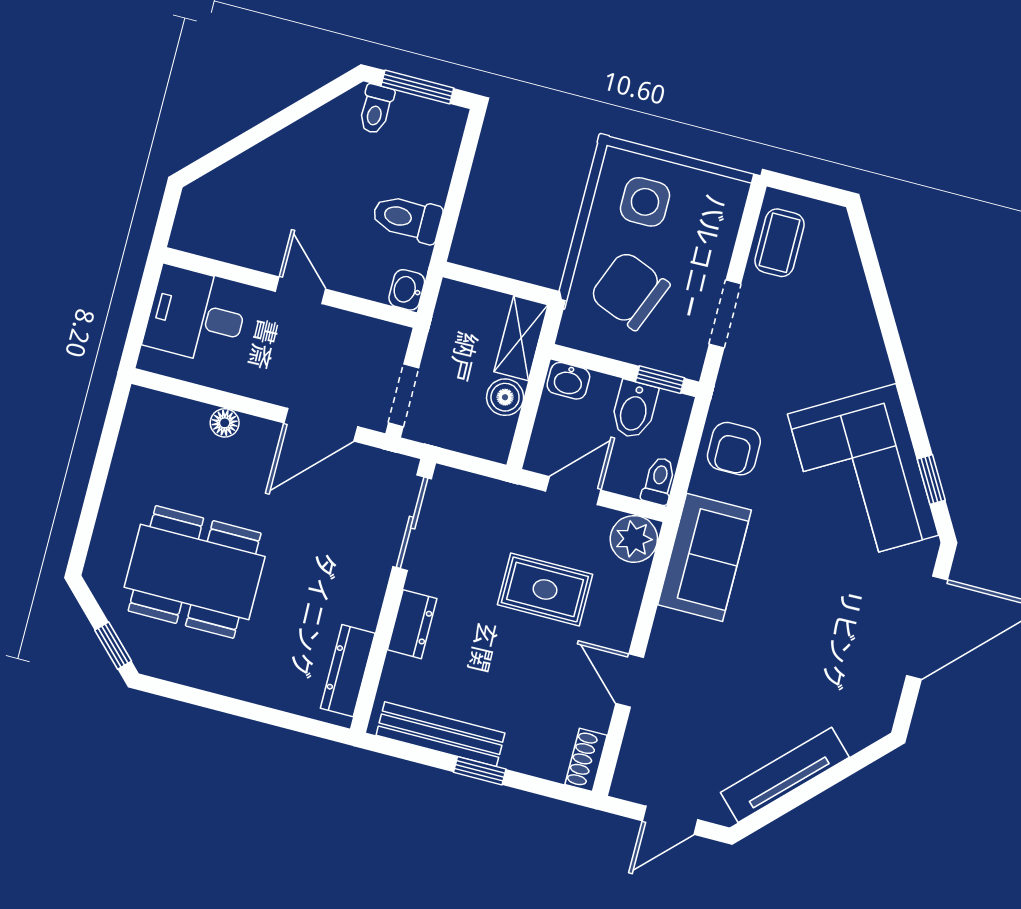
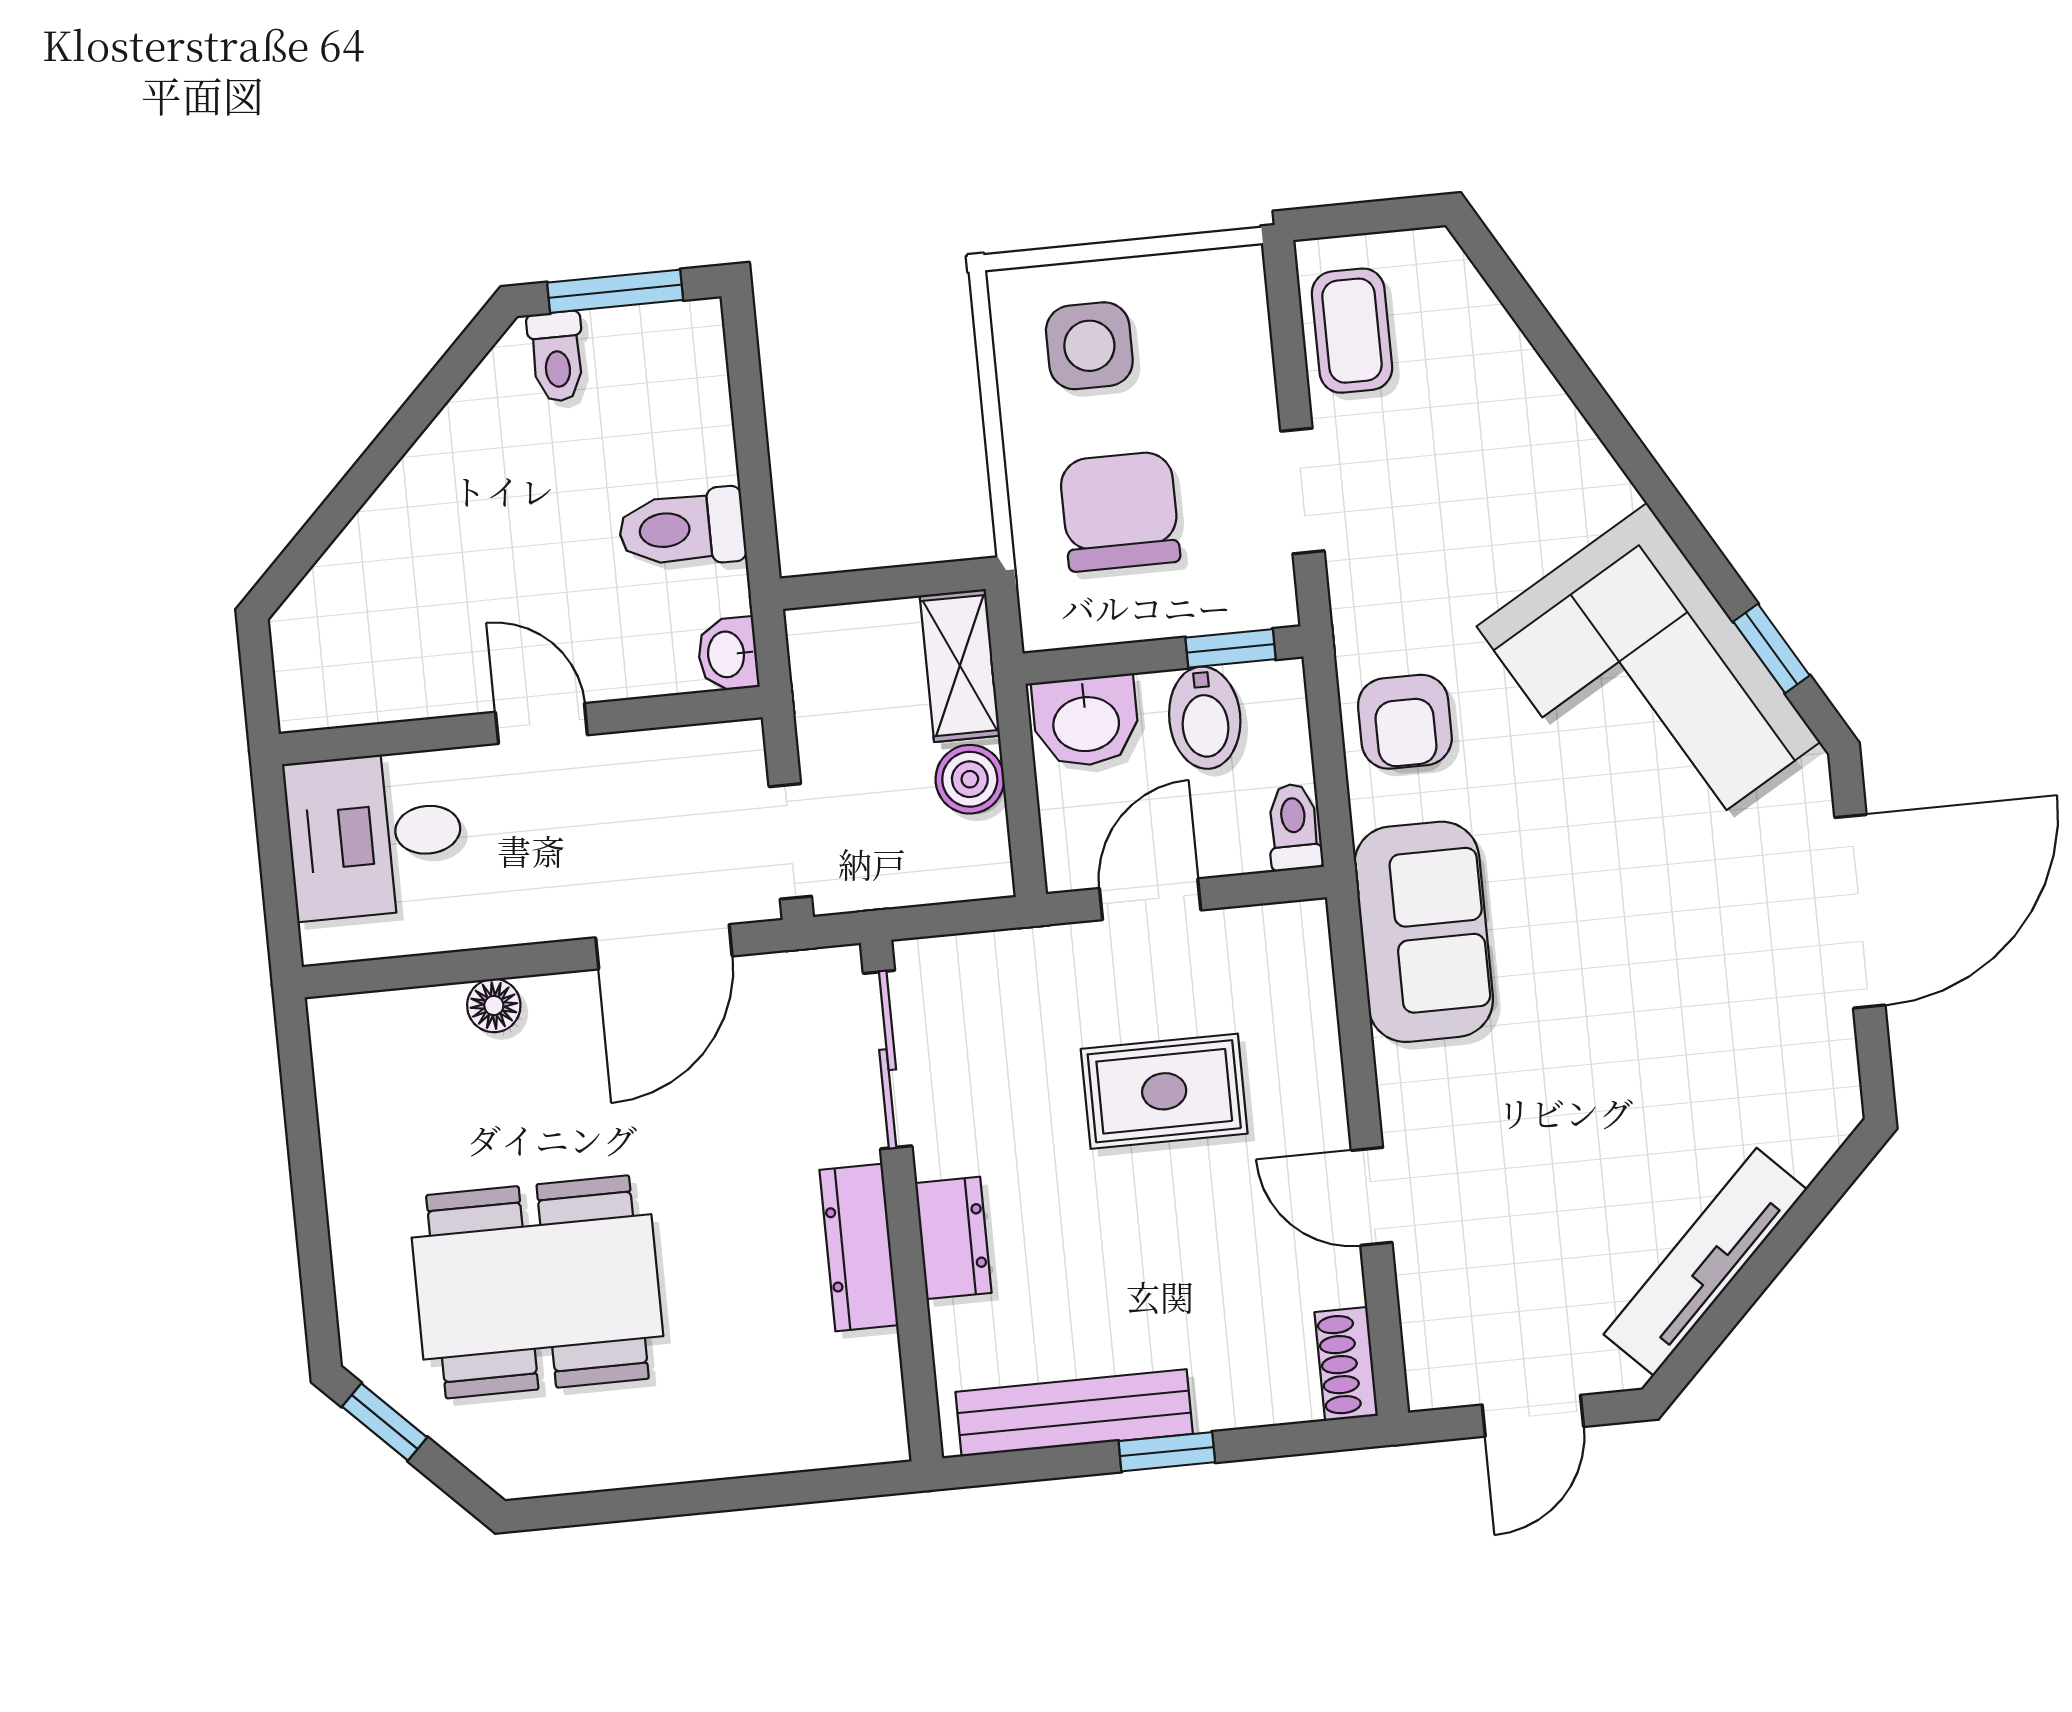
chair: (630, 290) -> (1120, 511), turned 68
washbasin: (568, 381) -> (1086, 721), width x1.38, depth x1.45
plant: (634, 539) -> (1288, 945), removed
window: (113, 646) -> (385, 1422), moved
dresser: (348, 671) -> (859, 1247), moved

